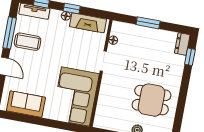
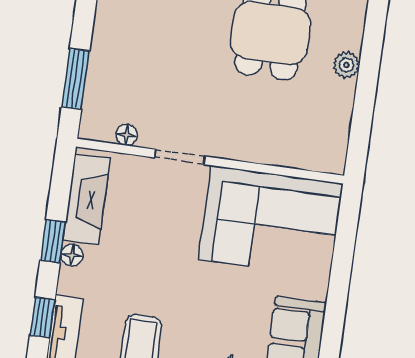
window: (148, 23) -> (75, 79), moved

